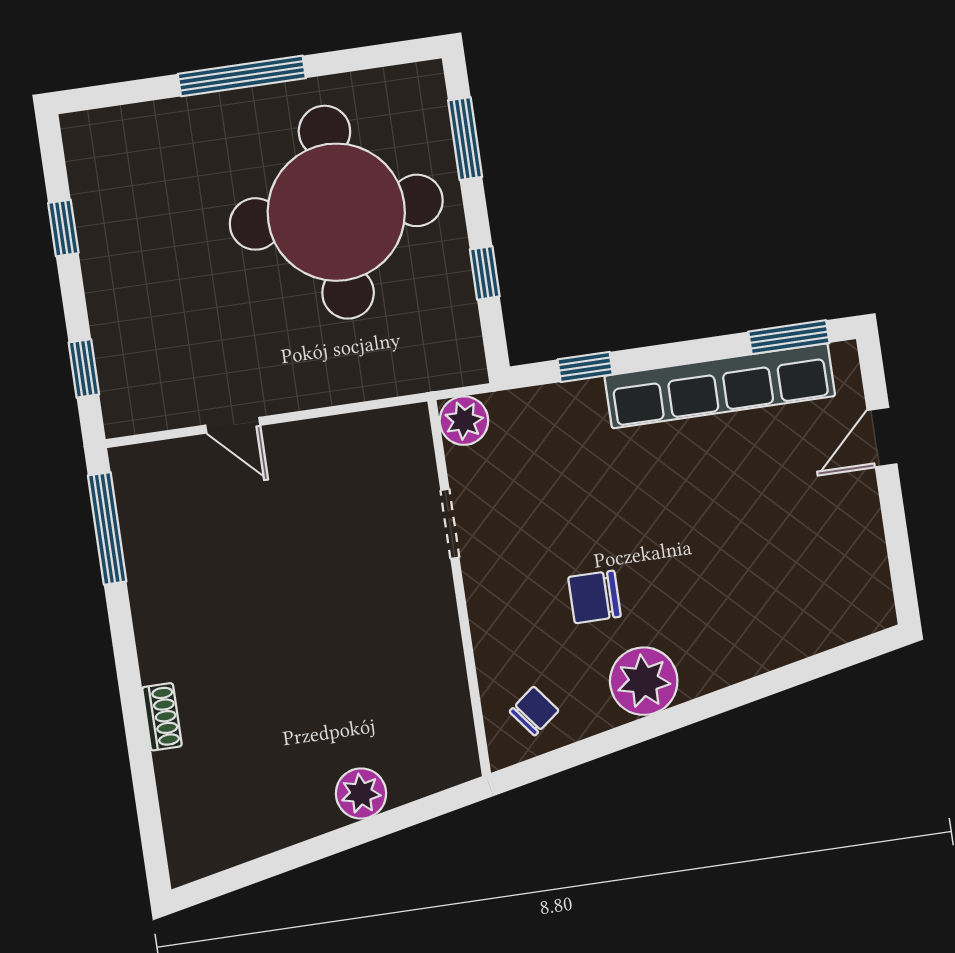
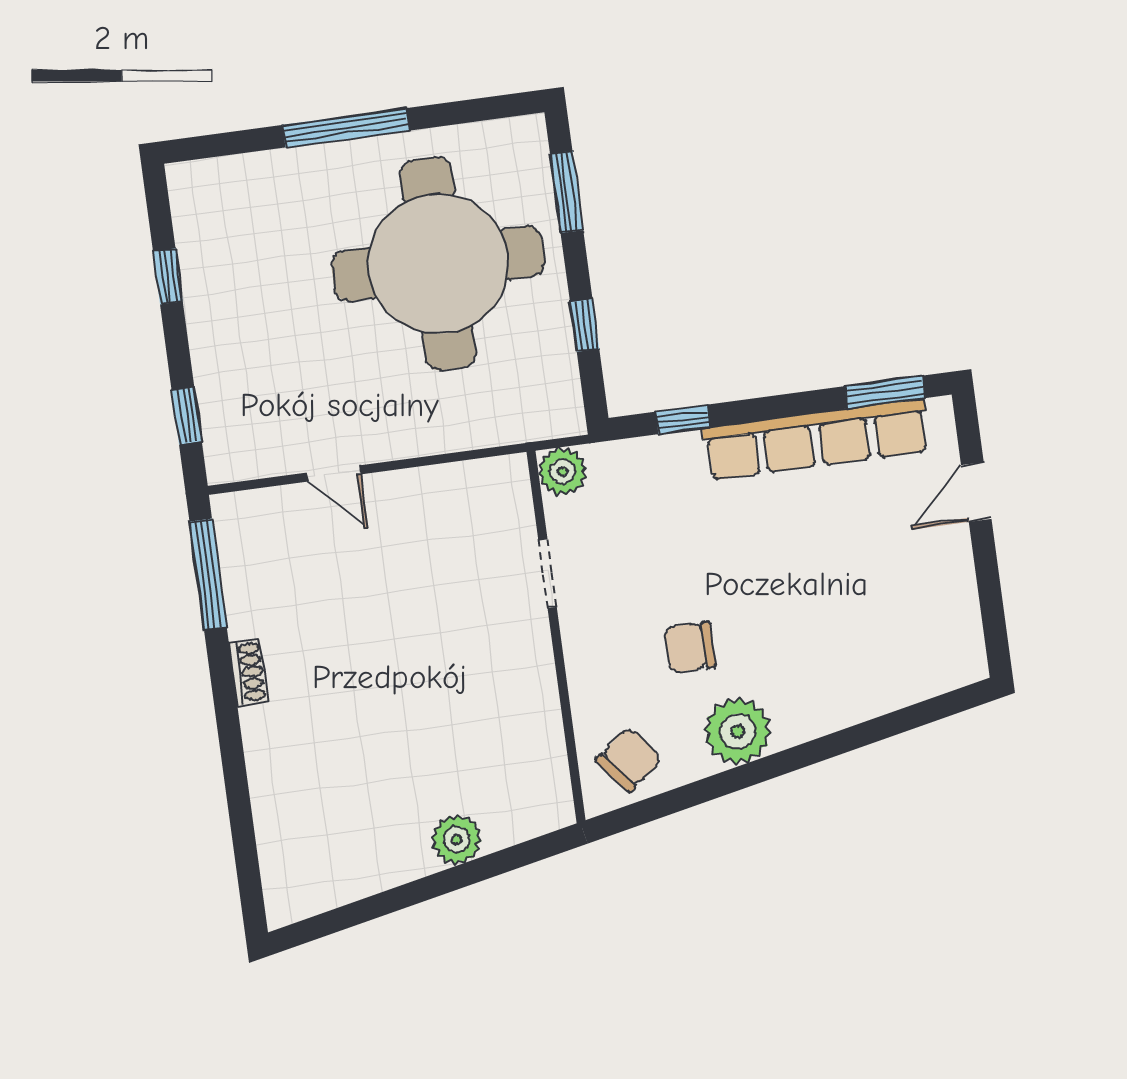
chair: (534, 711) -> (629, 760), width x1.37, depth x1.37
shoe rack: (162, 717) -> (248, 672), moved

